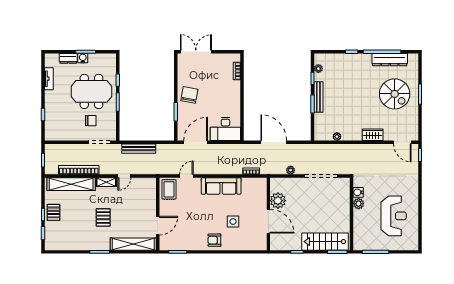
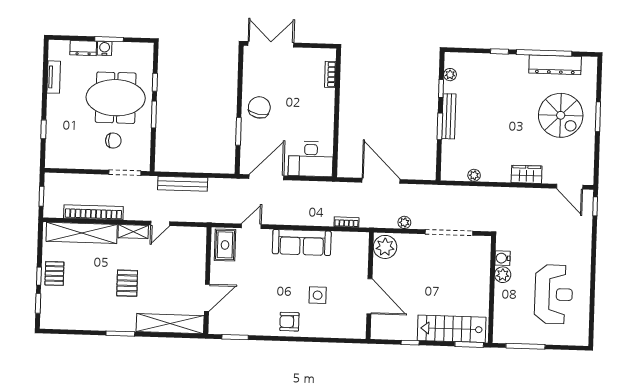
plant: (278, 201) -> (385, 247), moved

